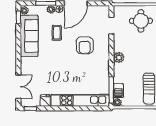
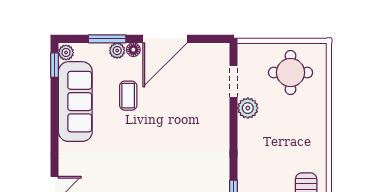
armchair: (85, 45) -> (182, 120), removed
plant: (119, 57) -> (248, 108), moved

